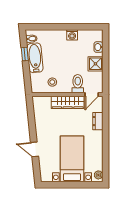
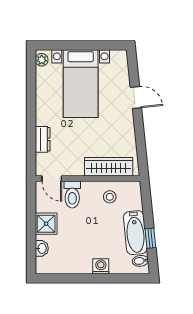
washing machine: (72, 35) -> (101, 266), moved
door: (92, 94) -> (52, 179), swing flipped
wardrobe: (68, 102) -> (109, 167), moved

